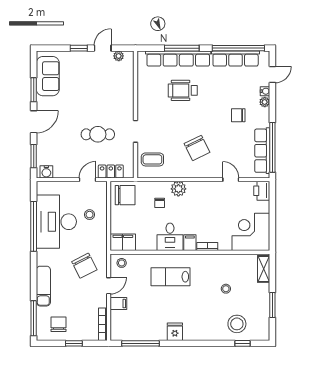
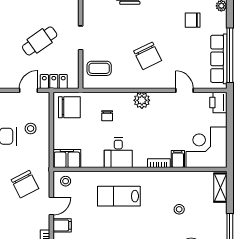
cafe table: (98, 134) -> (40, 41), turned -35
plant: (178, 189) -> (142, 100), moved
filing cabinet: (190, 243) -> (178, 159), moved

